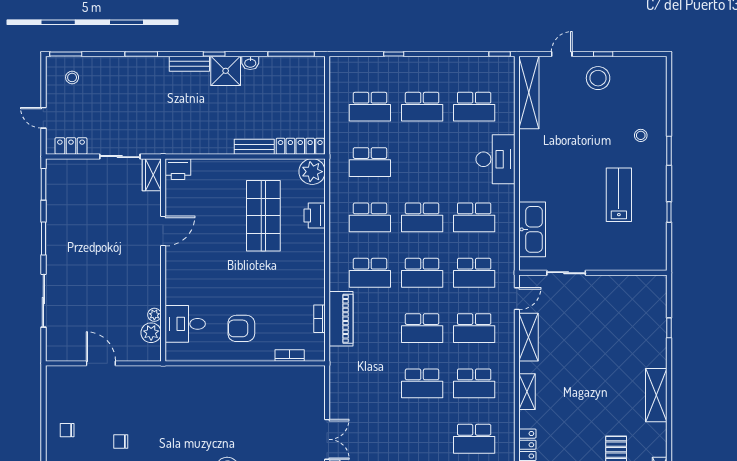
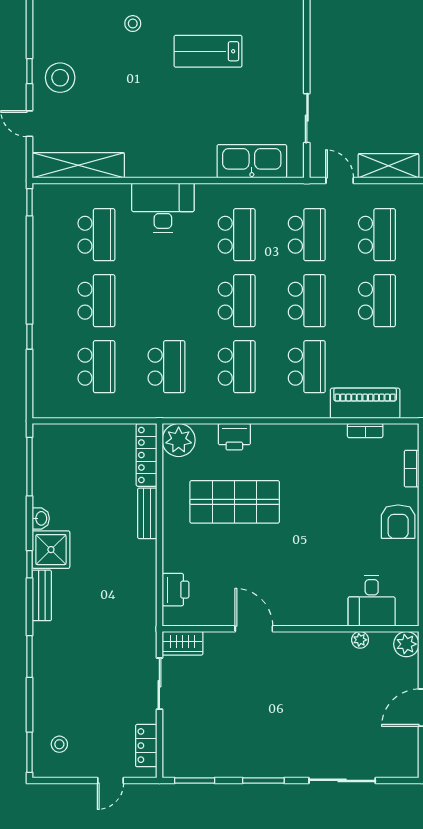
printer: (178, 169) -> (175, 590), moved
armchair: (241, 328) -> (398, 522), moved
plant: (151, 333) -> (406, 644), moved

